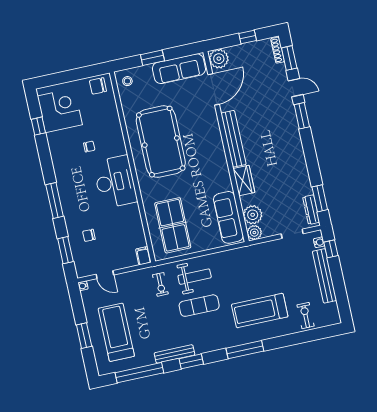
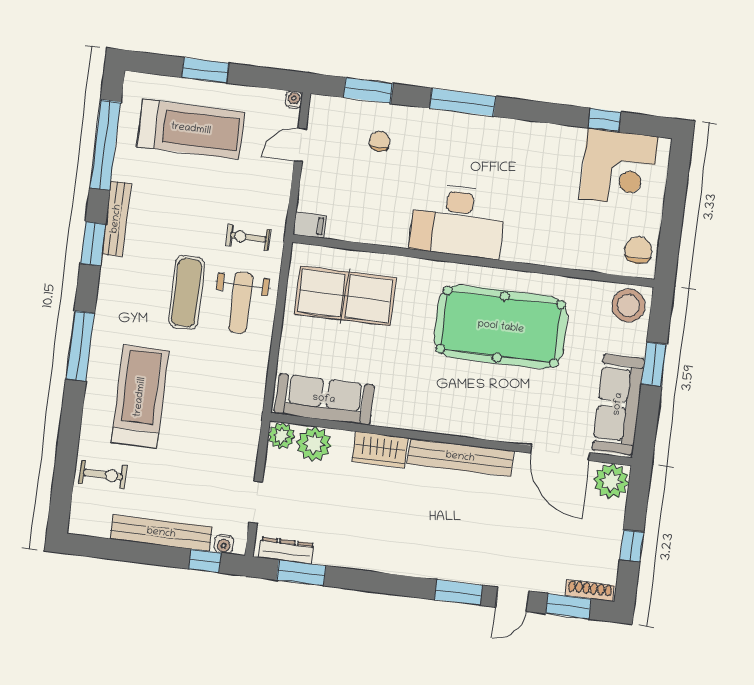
stool: (127, 81) -> (628, 305), width x1.89, depth x1.89
chair: (89, 147) -> (536, 197), removed

